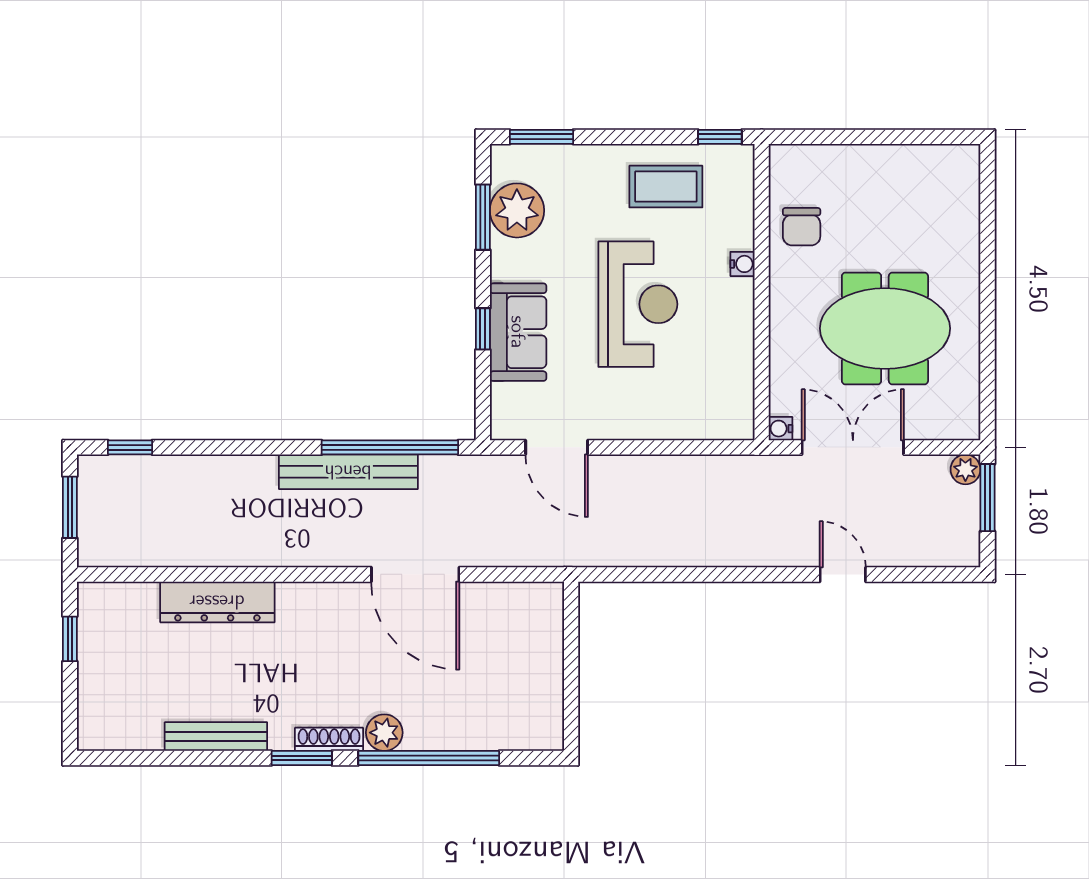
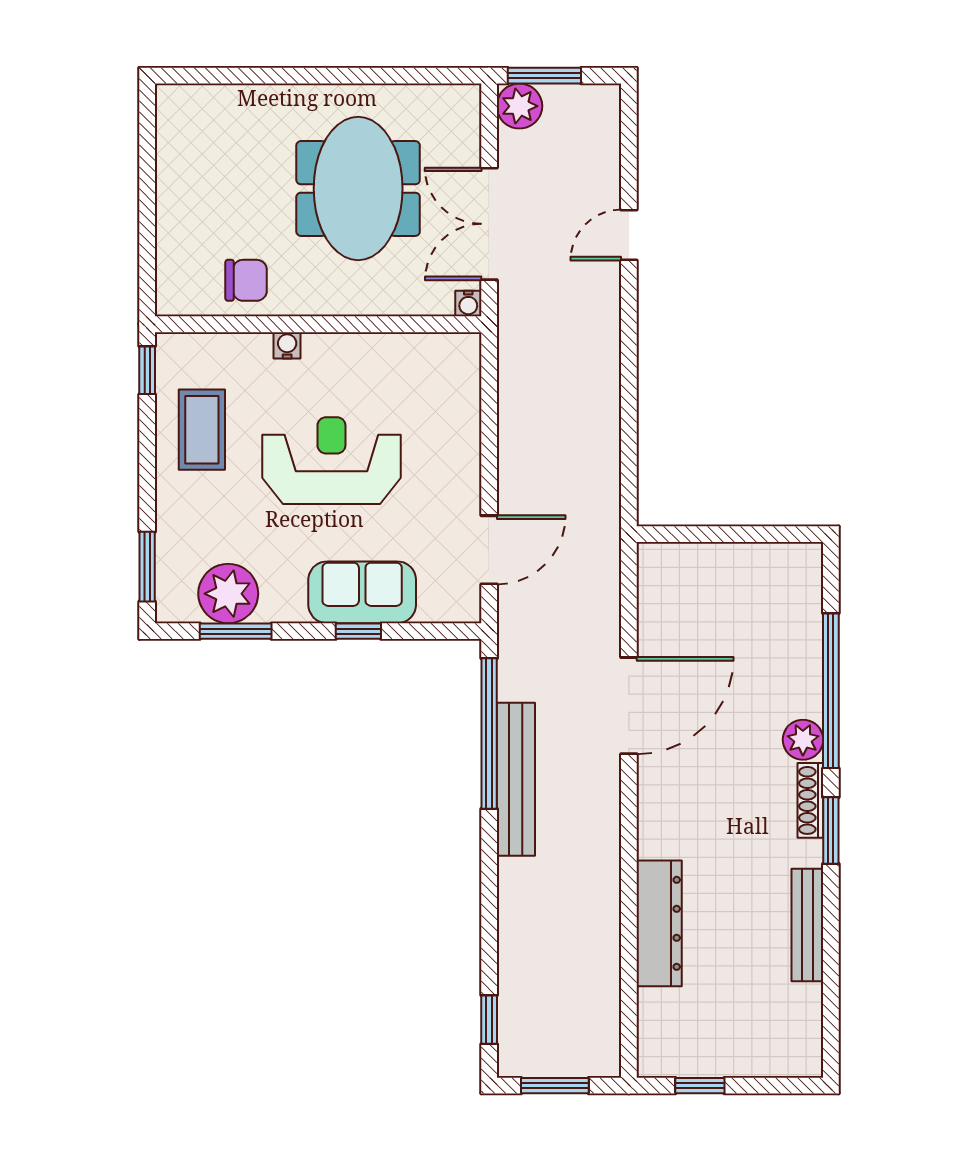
plant: (965, 469) -> (519, 106), width x1.38, depth x1.38

